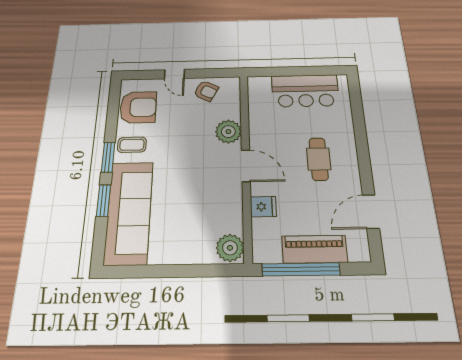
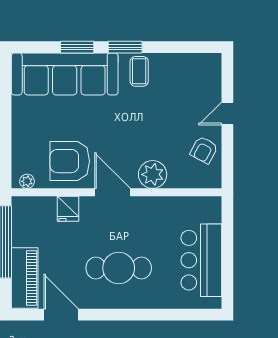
armchair: (138, 107) -> (70, 161), moved, turned 90
cafe table: (319, 159) -> (119, 268), width x1.37, depth x1.35
door: (246, 166) -> (113, 192), swing flipped
plant: (230, 248) -> (27, 181), width x0.53, depth x0.53
piano: (314, 249) -> (25, 278), moved

